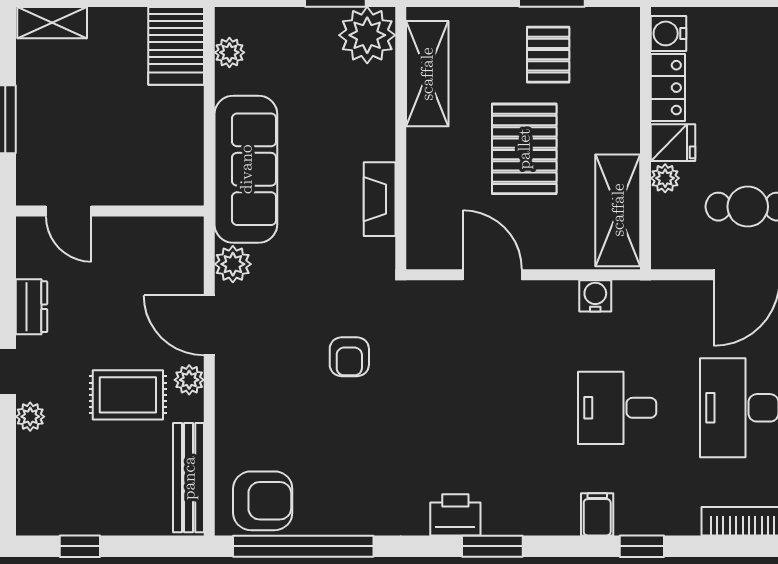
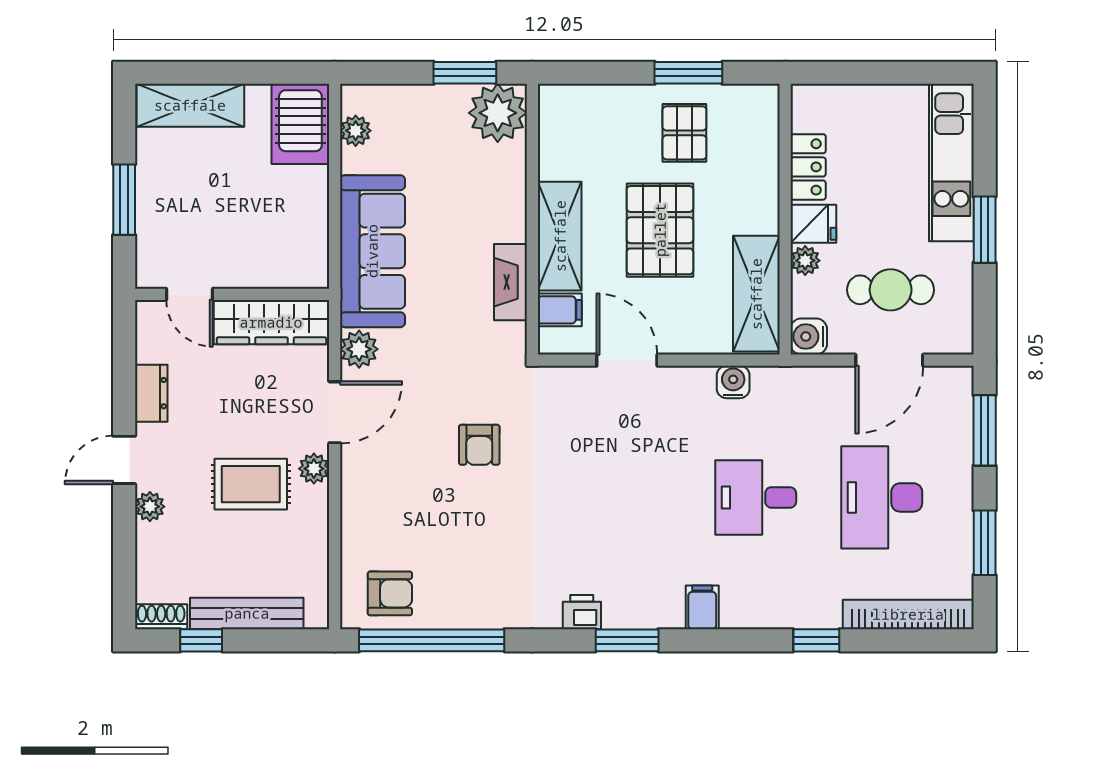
shelving: (52, 23) -> (190, 105), width x1.50, depth x1.33
water cooler: (668, 33) -> (809, 336), moved
shelving: (427, 74) -> (560, 236), moved
filing cabinet: (427, 226) -> (560, 310), added
wardrobe: (148, 238) -> (271, 322), added
door: (209, 325) -> (335, 412), swing flipped
bench: (189, 478) -> (247, 613), moved, turned 90
armchair: (263, 501) -> (390, 593), width x0.72, depth x0.72
filing cabinet: (597, 514) -> (702, 607), moved
printer: (455, 515) -> (582, 612), width x0.73, depth x0.81
shoe rack: (41, 523) -> (161, 617), added
window: (642, 546) -> (816, 640), moved

